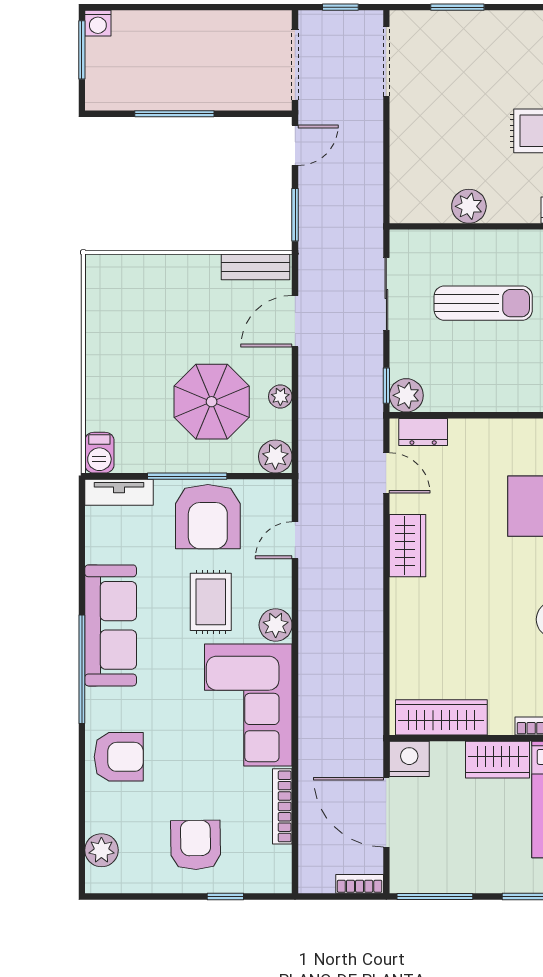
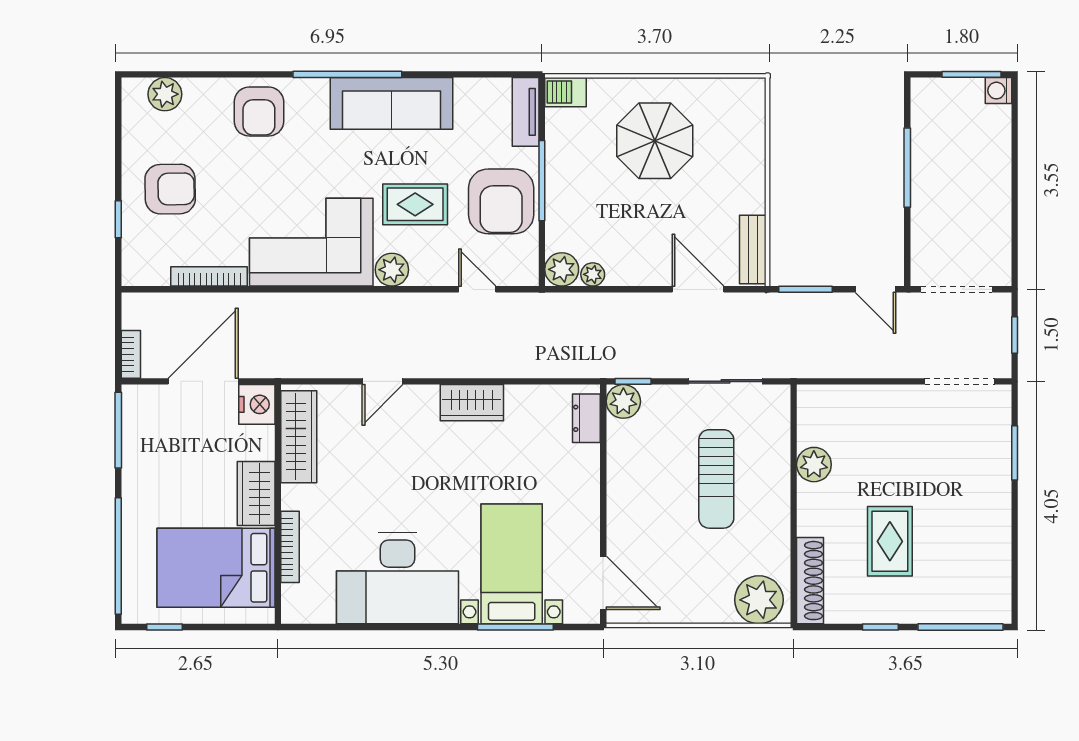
plant: (280, 397) -> (593, 274), moved
parasol: (212, 402) -> (655, 141), moved
door: (386, 473) -> (383, 381), moved
armchair: (208, 517) -> (501, 201), turned -90

